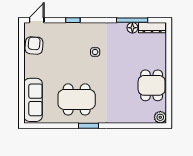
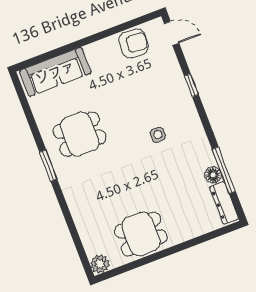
dining table: (77, 99) -> (80, 134), width x0.73

